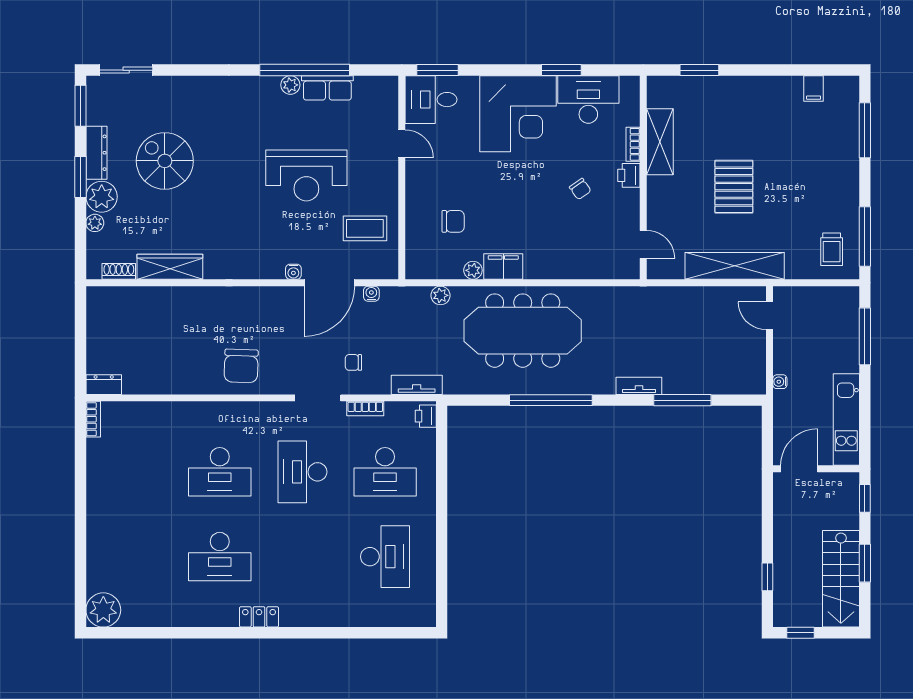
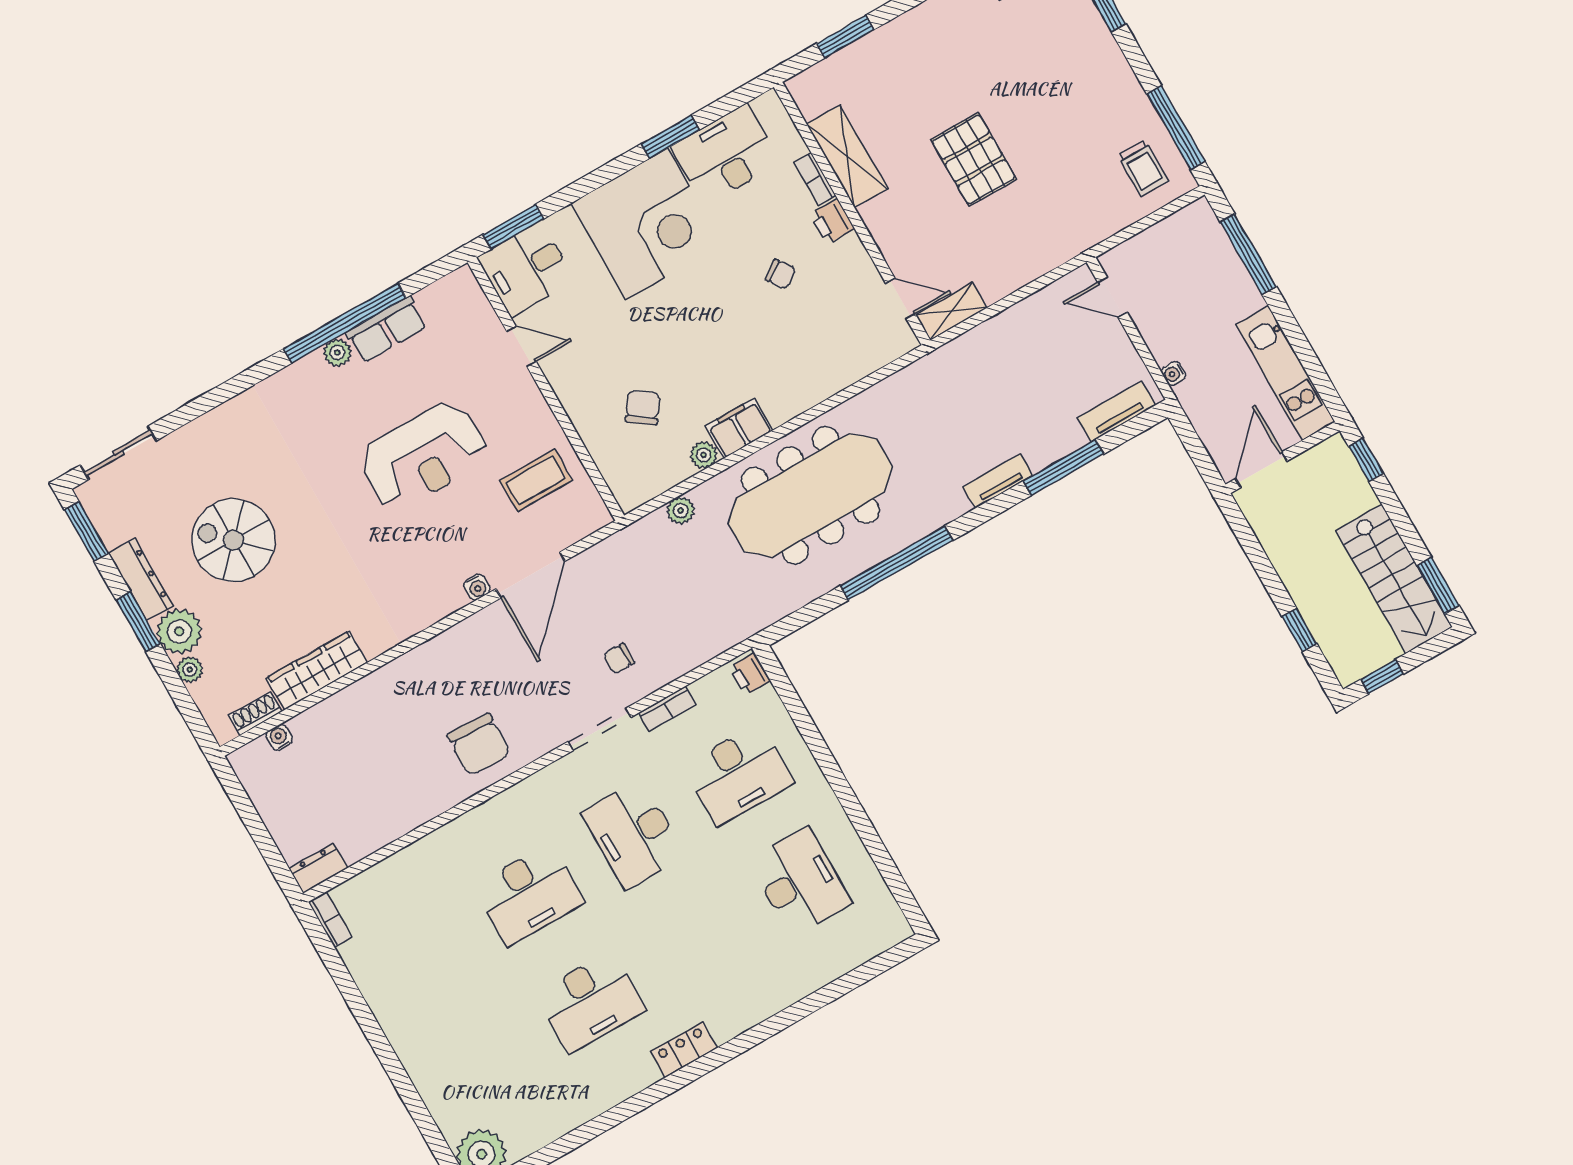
chair: (453, 221) -> (643, 407), turned -54
shelving: (735, 266) -> (951, 311), moved, width x0.45, depth x0.75
water cooler: (371, 294) -> (279, 737), moved
tv unit: (417, 385) -> (1116, 412), moved
window: (865, 563) -> (1438, 586), moved

